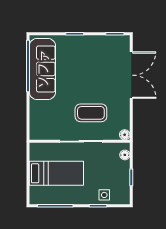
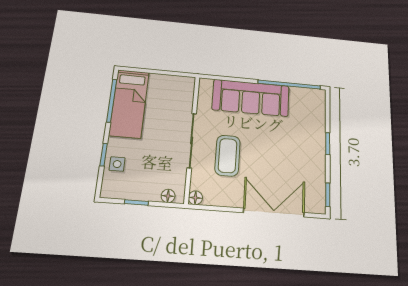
sofa: (42, 69) -> (251, 98), moved
double door: (131, 75) -> (274, 213), swing flipped
bed: (56, 173) -> (129, 104), moved

